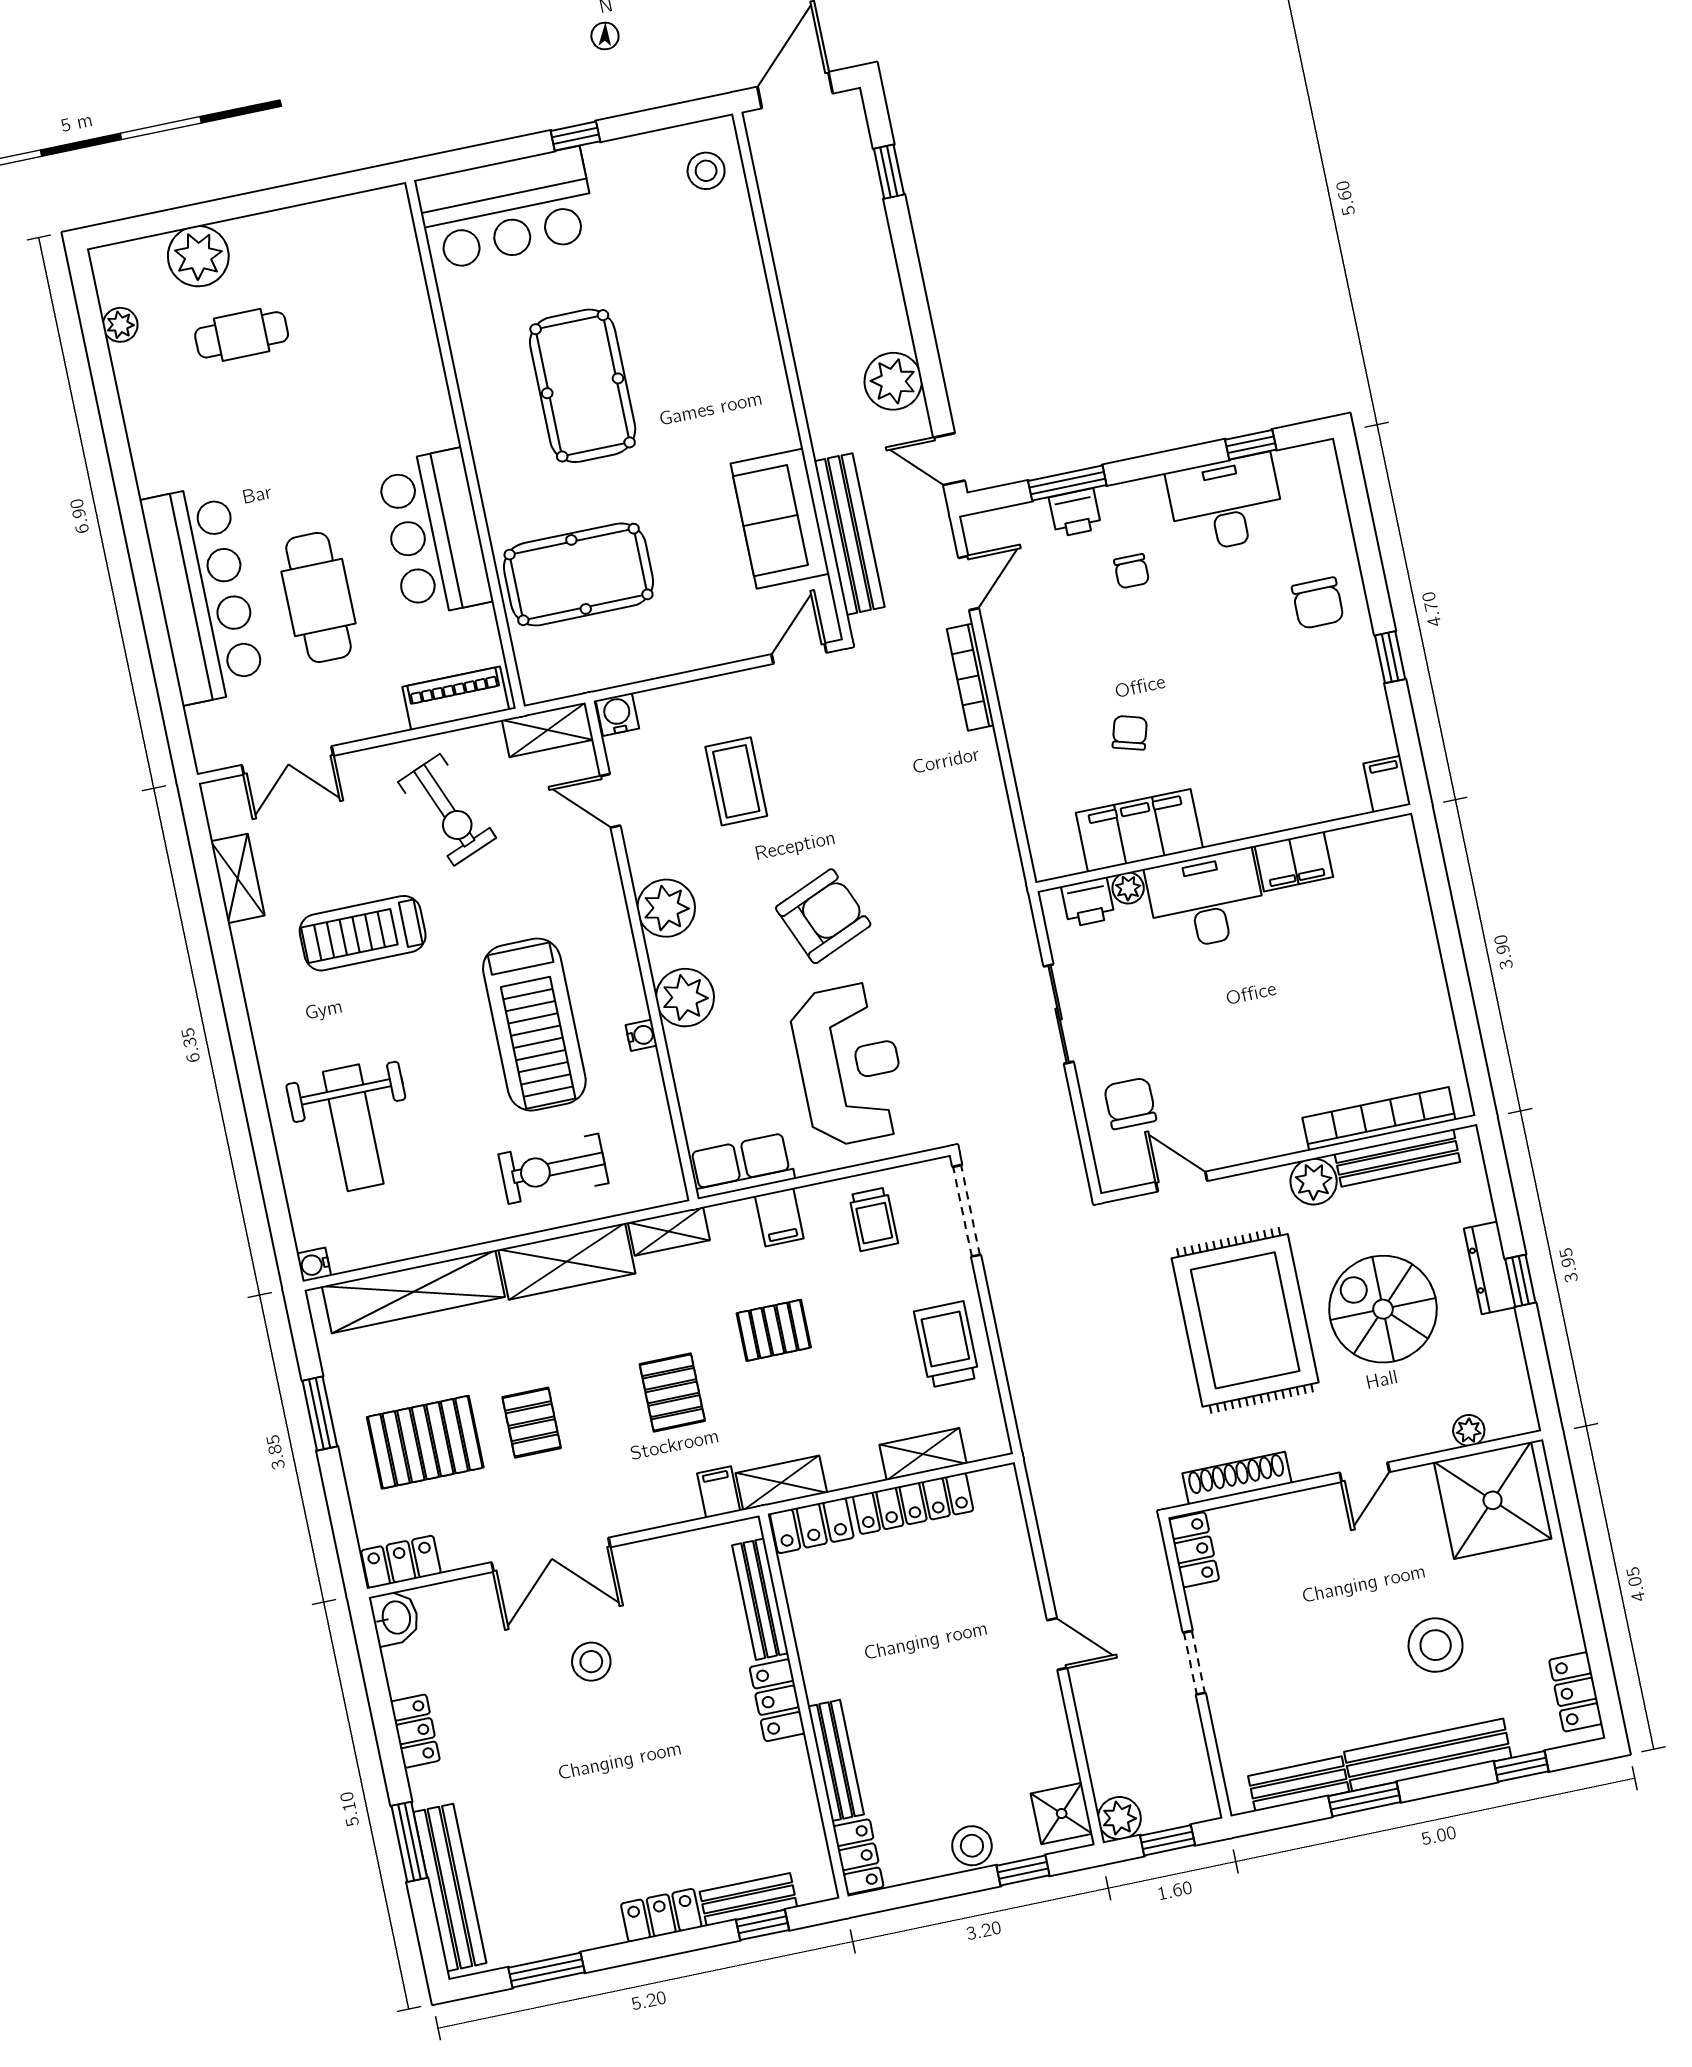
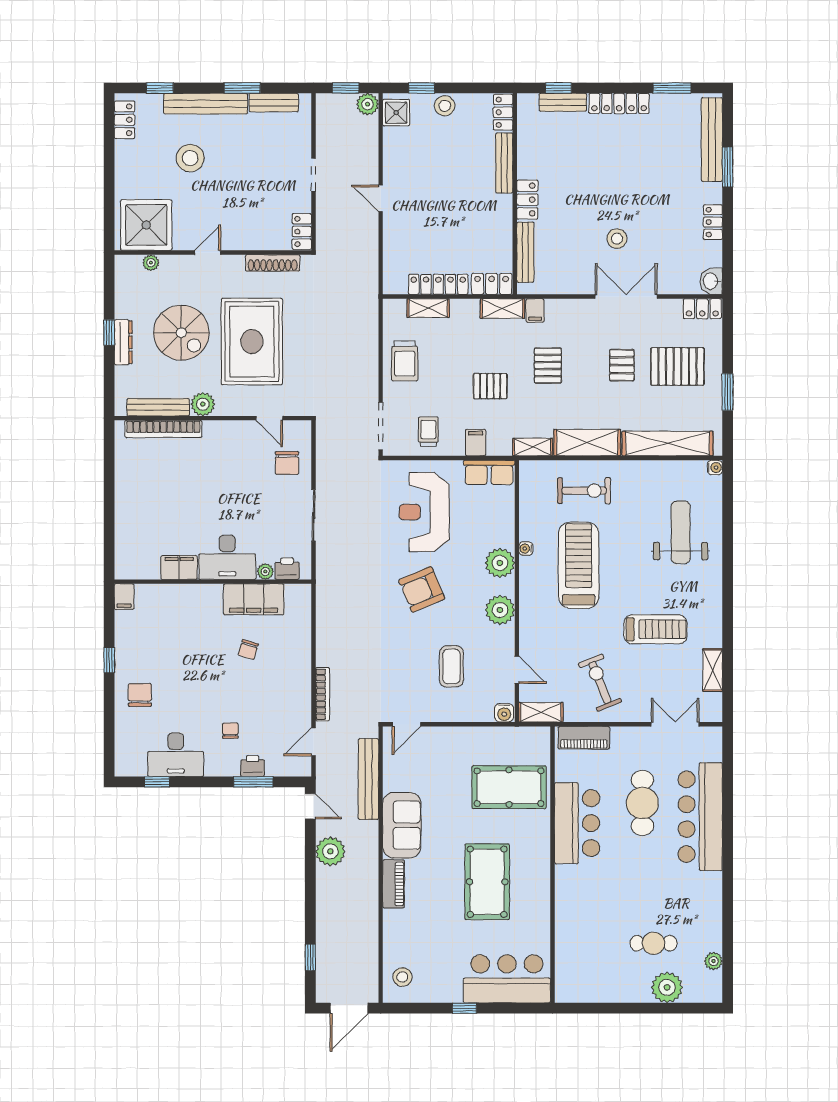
piano: (760, 344) -> (394, 884), added
sofa: (780, 519) -> (402, 825), moved
locker: (661, 1915) -> (619, 103), width x1.53

